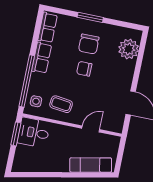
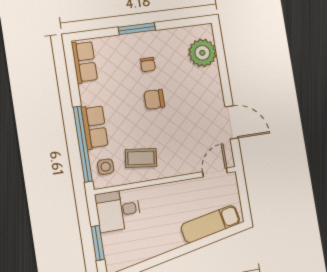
chair: (89, 44) -> (148, 65), width x0.54, depth x0.54
row of seats: (42, 58) -> (95, 127), moved
door: (91, 129) -> (215, 172), moved
window: (16, 134) -> (98, 243), moved

